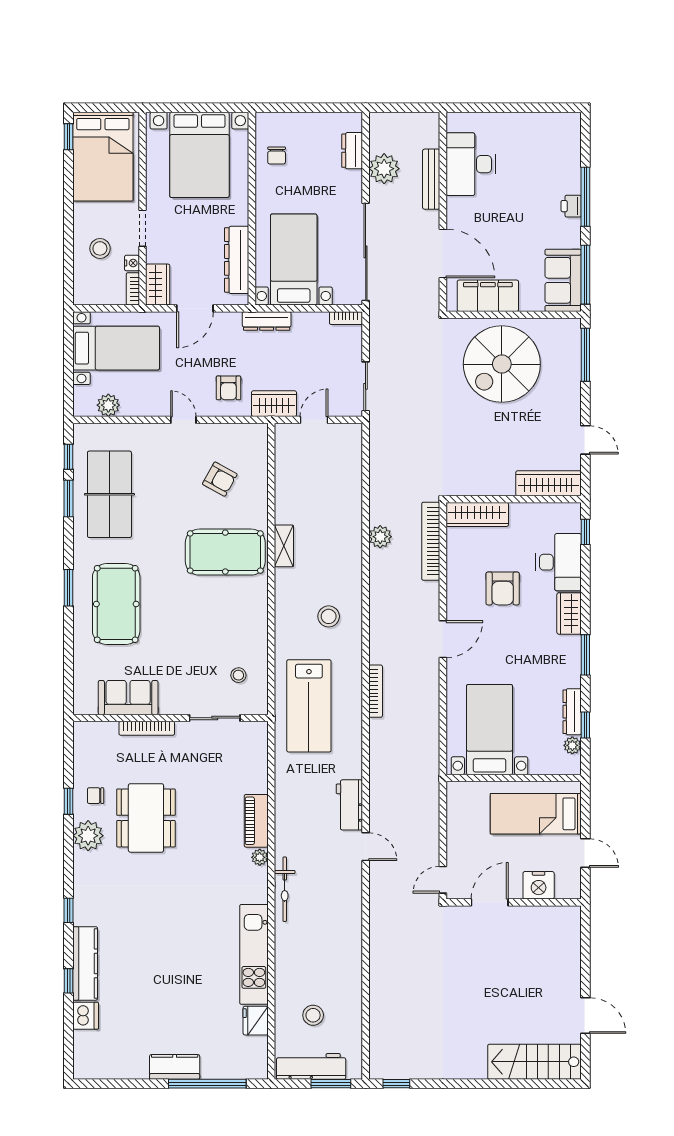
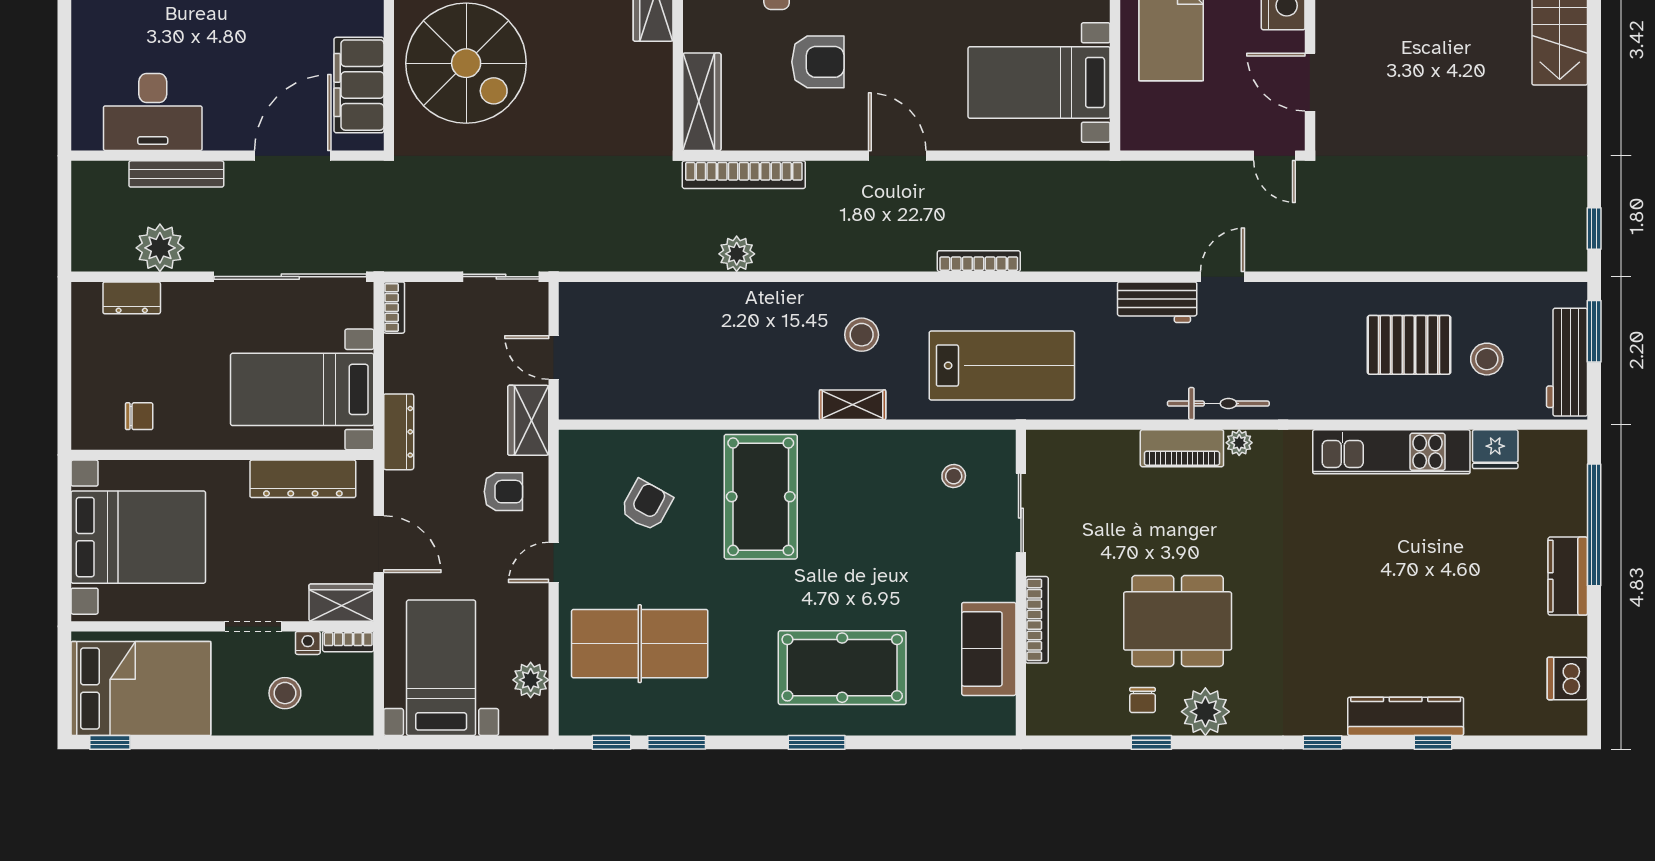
table tennis table: (109, 494) -> (640, 644), moved
shelving: (284, 546) -> (853, 405), moved
bicycle: (285, 889) -> (1218, 404), moved
pallet: (322, 966) -> (1409, 345), added
dishwasher: (86, 1016) -> (1567, 678), moved, turned -90

